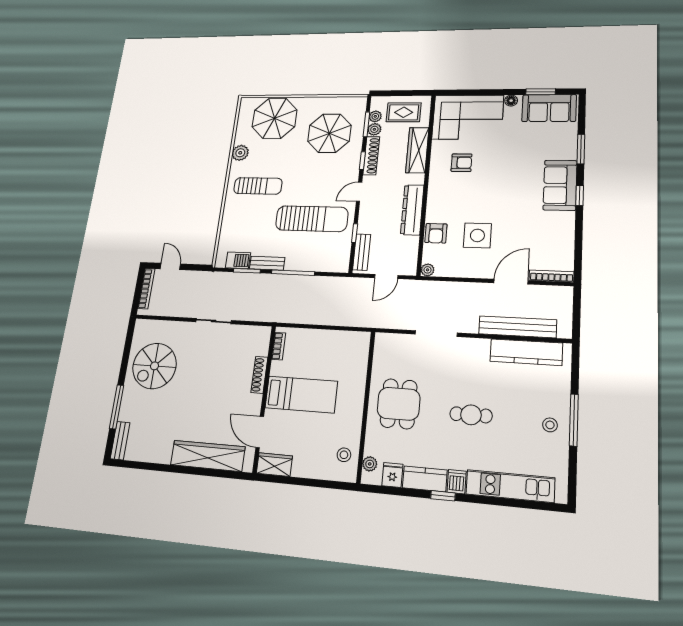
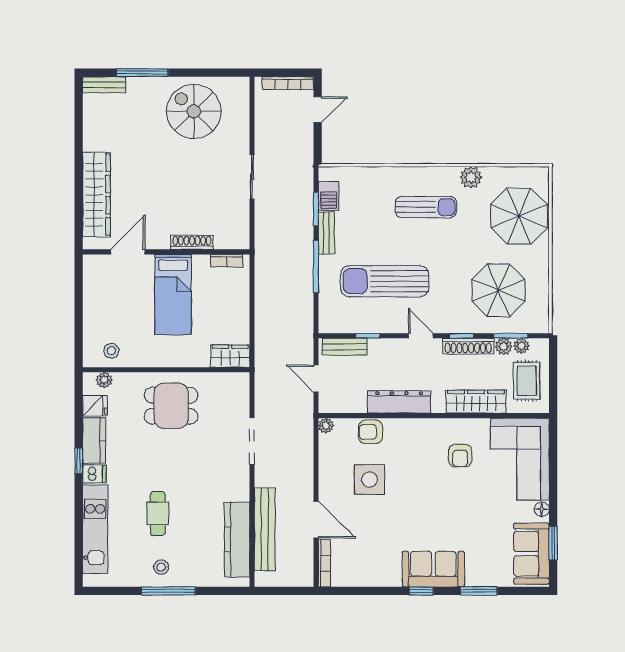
sun lounger: (258, 186) -> (426, 207), turned -90
sun lounger: (312, 219) -> (385, 281), turned 90
cafe table: (471, 415) -> (158, 514), moved
wardrobe: (274, 465) -> (230, 356), moved, turned -90

